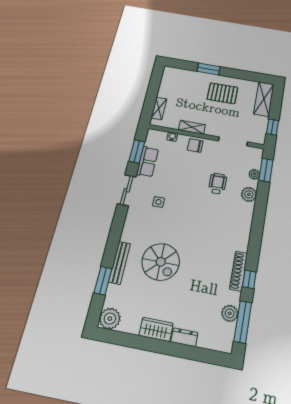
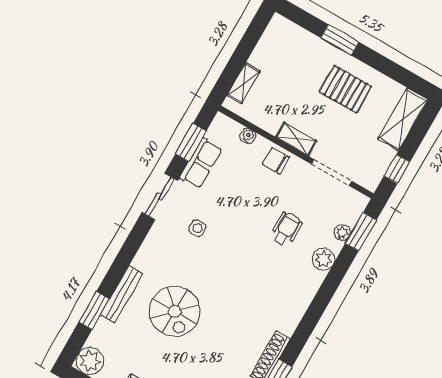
shelving: (192, 127) -> (296, 139), moved

